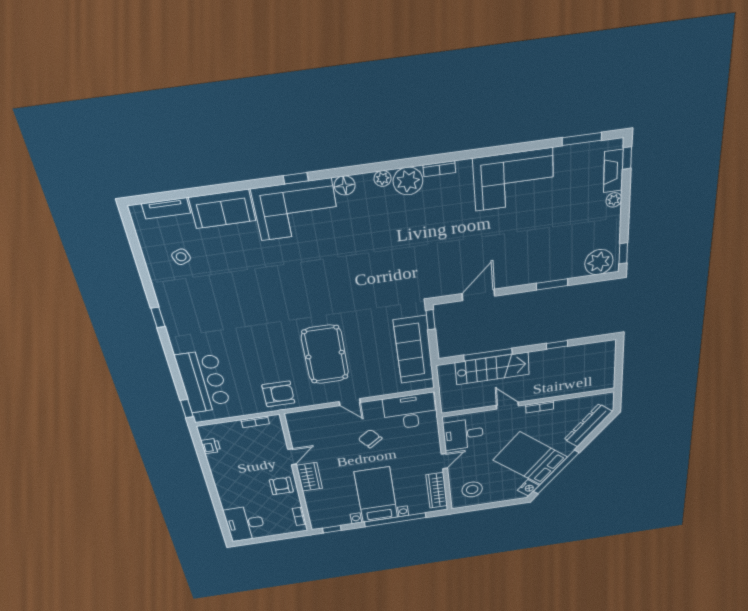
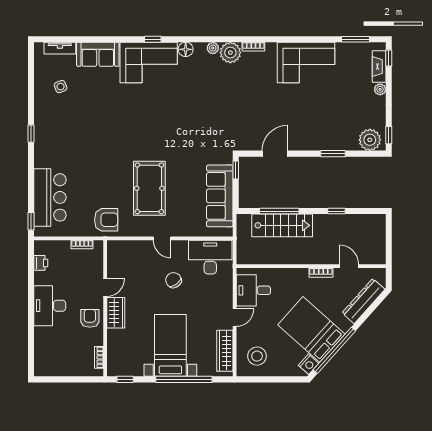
door: (507, 406) -> (349, 266), moved
desk: (245, 524) -> (50, 306), moved

